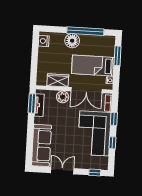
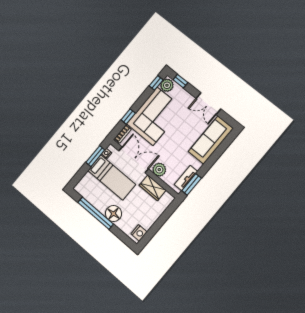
window: (117, 56) -> (95, 156), moved
window: (112, 143) -> (156, 83), moved
plant: (102, 162) -> (167, 85), added

